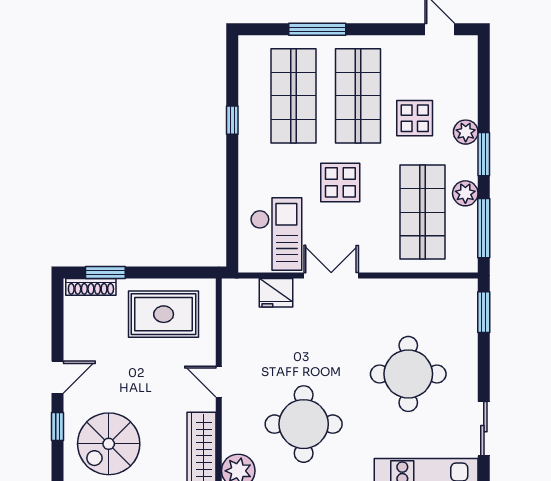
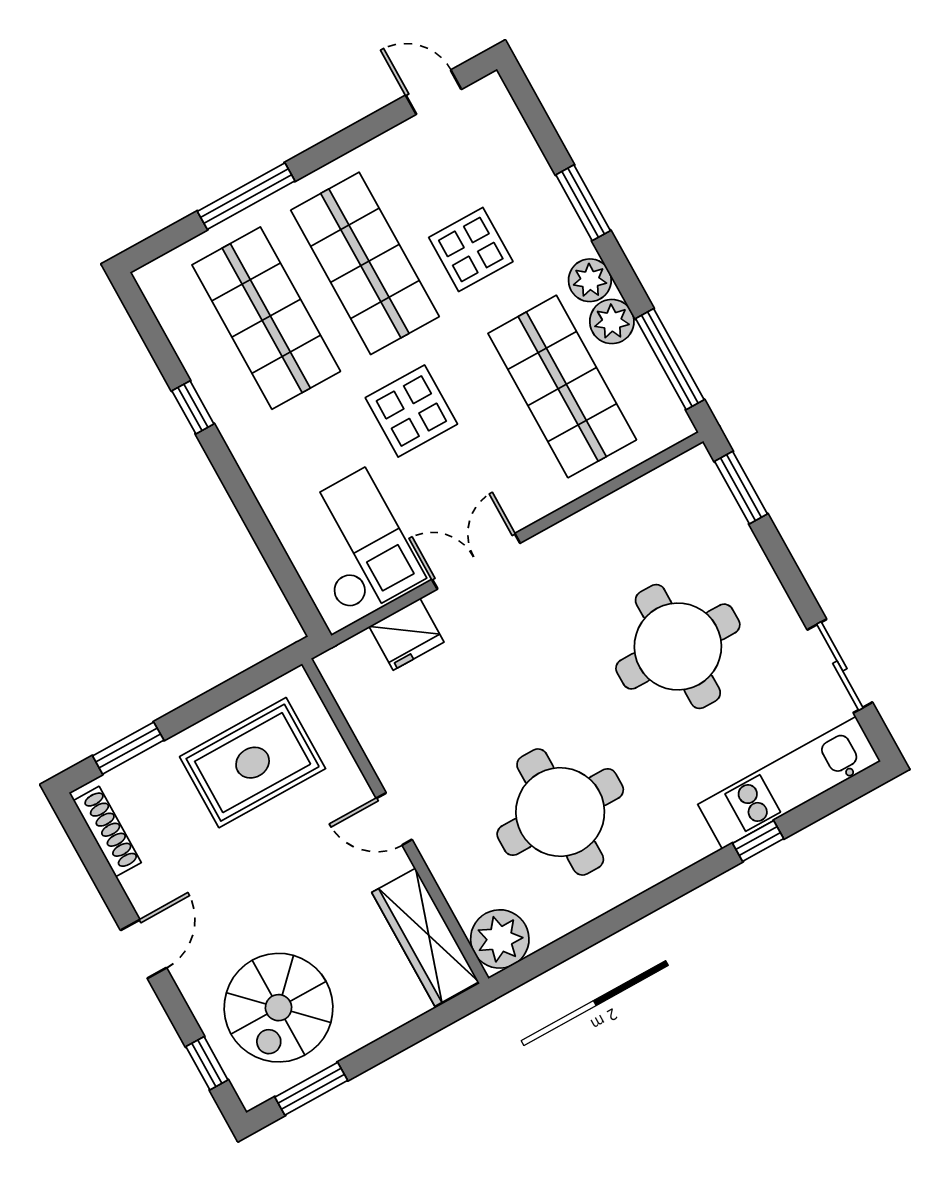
plant: (466, 132) -> (590, 280), moved
window: (484, 154) -> (583, 203), moved
shoe rack: (91, 287) -> (107, 832), moved, turned -90
window: (58, 426) -> (207, 1063), moved

